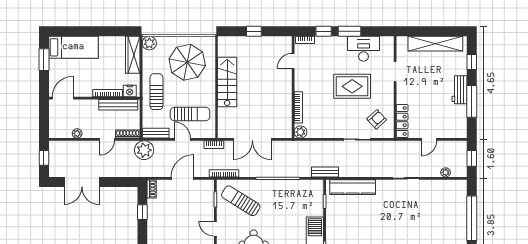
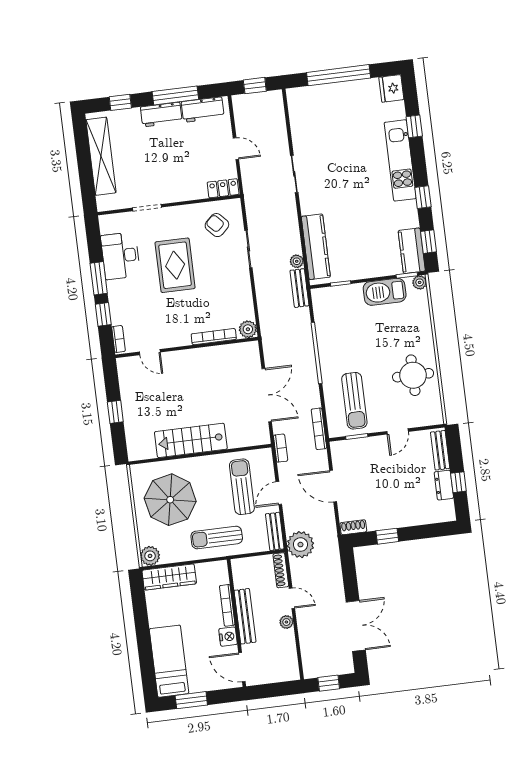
nightstand: (130, 91) -> (228, 637), moved
bench: (118, 105) -> (245, 616), moved
workbench: (459, 119) -> (203, 110), added
locker: (402, 121) -> (223, 188), width x0.66
plant: (77, 133) -> (286, 622), moved
plant: (446, 172) -> (297, 261), moved
sun lounger: (241, 201) -> (354, 401), turned -32

